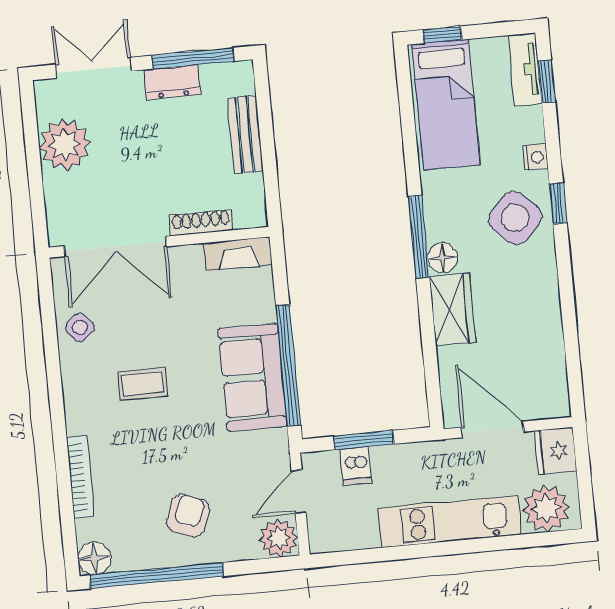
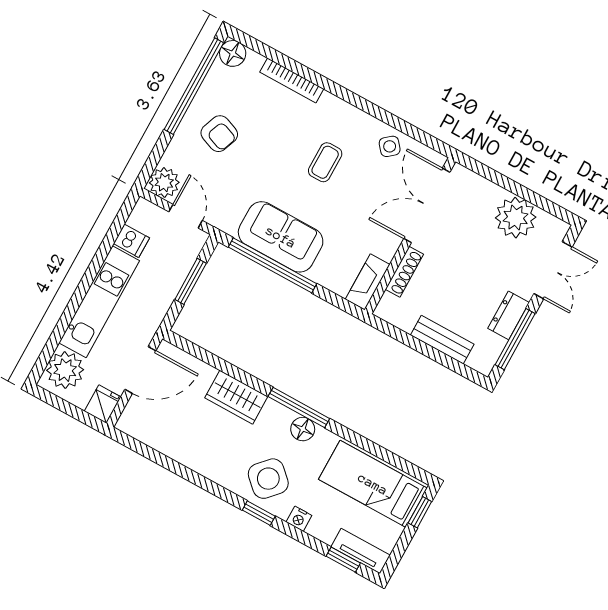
floor lamp: (442, 258) -> (303, 429), moved
fridge: (556, 451) -> (103, 404), width x0.72
dishwasher: (356, 466) -> (131, 241), moved, turned 180

